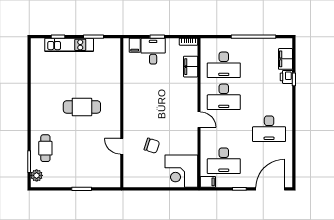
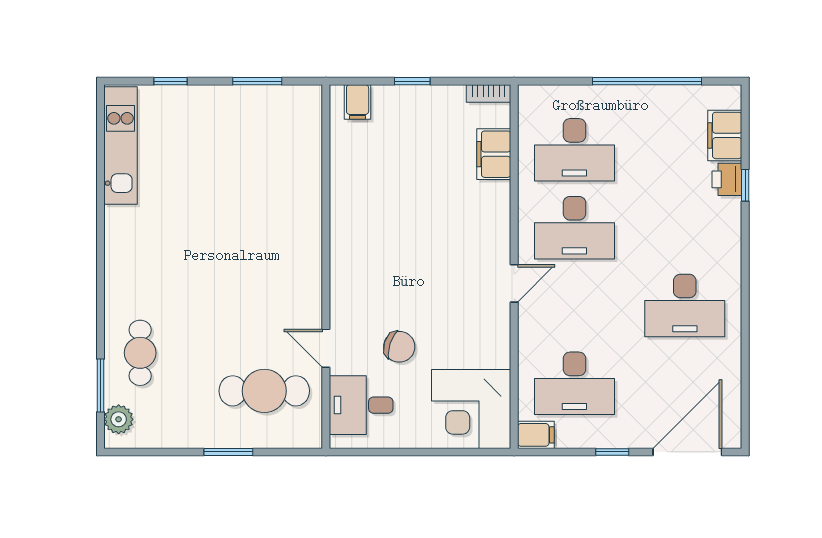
kitchen unit: (69, 45) -> (121, 145), moved, turned -90
desk: (153, 51) -> (361, 405), moved, turned -90
cafe table: (82, 107) -> (264, 391), moved
door: (199, 120) -> (514, 283), hinge flipped

